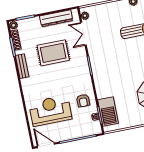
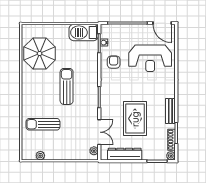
rug: (53, 53) -> (135, 119), turned 90
sun lounger: (122, 70) -> (67, 86), added
barbecue: (108, 112) -> (84, 32), moved, turned -90

